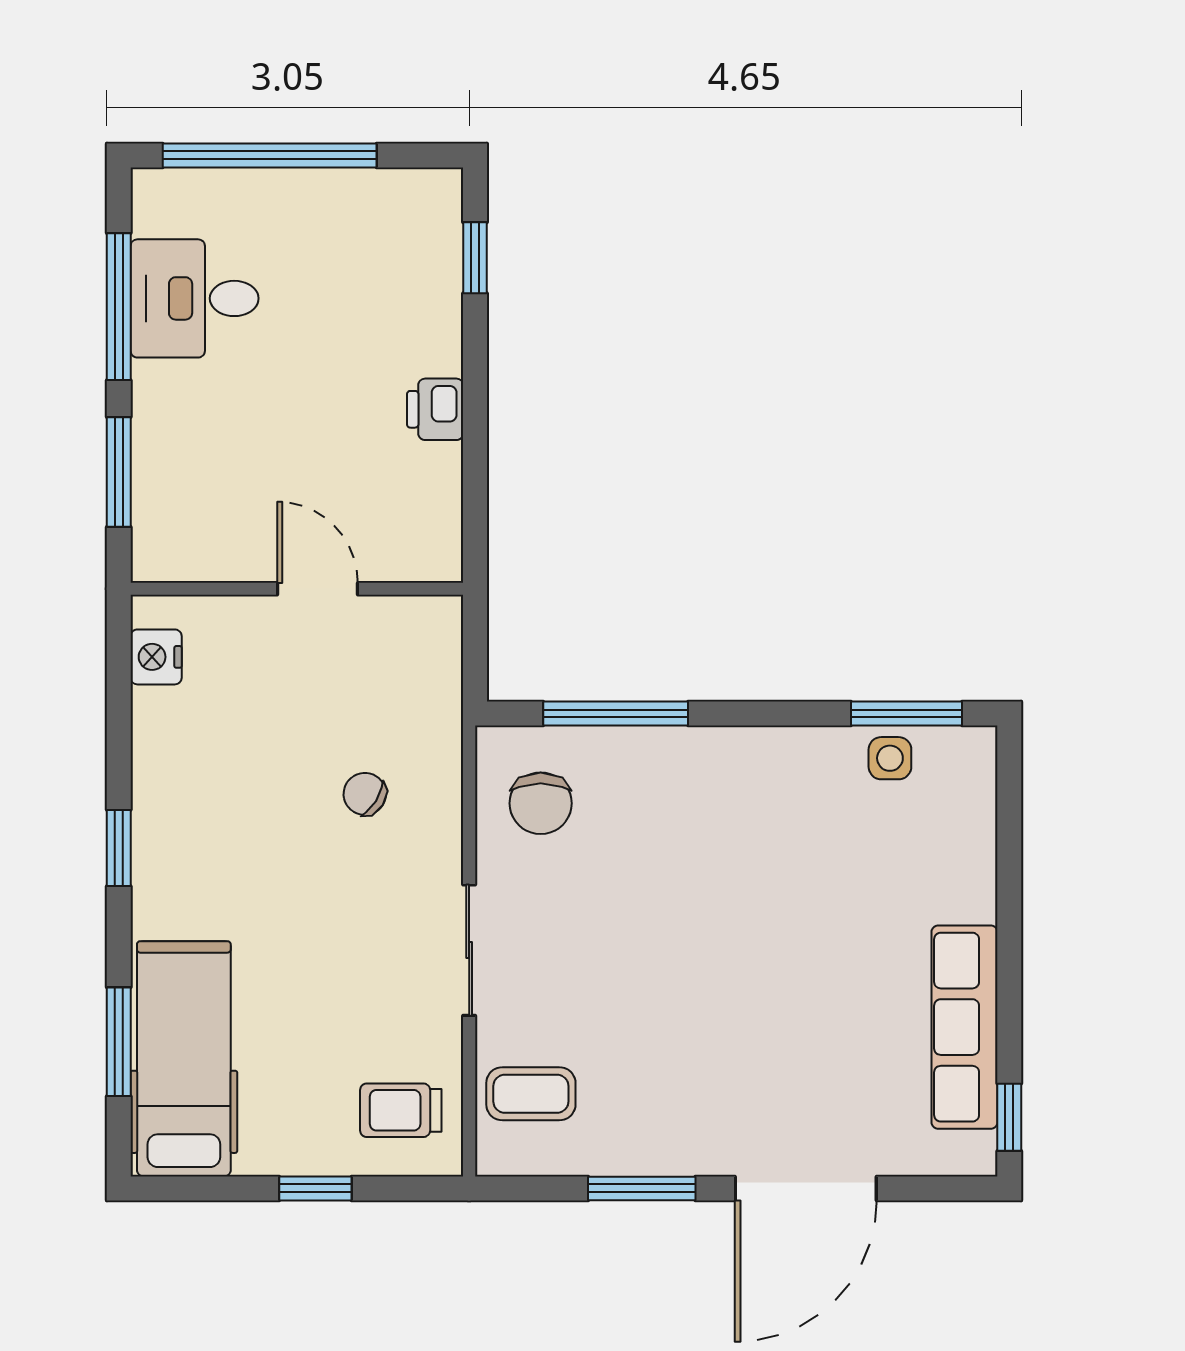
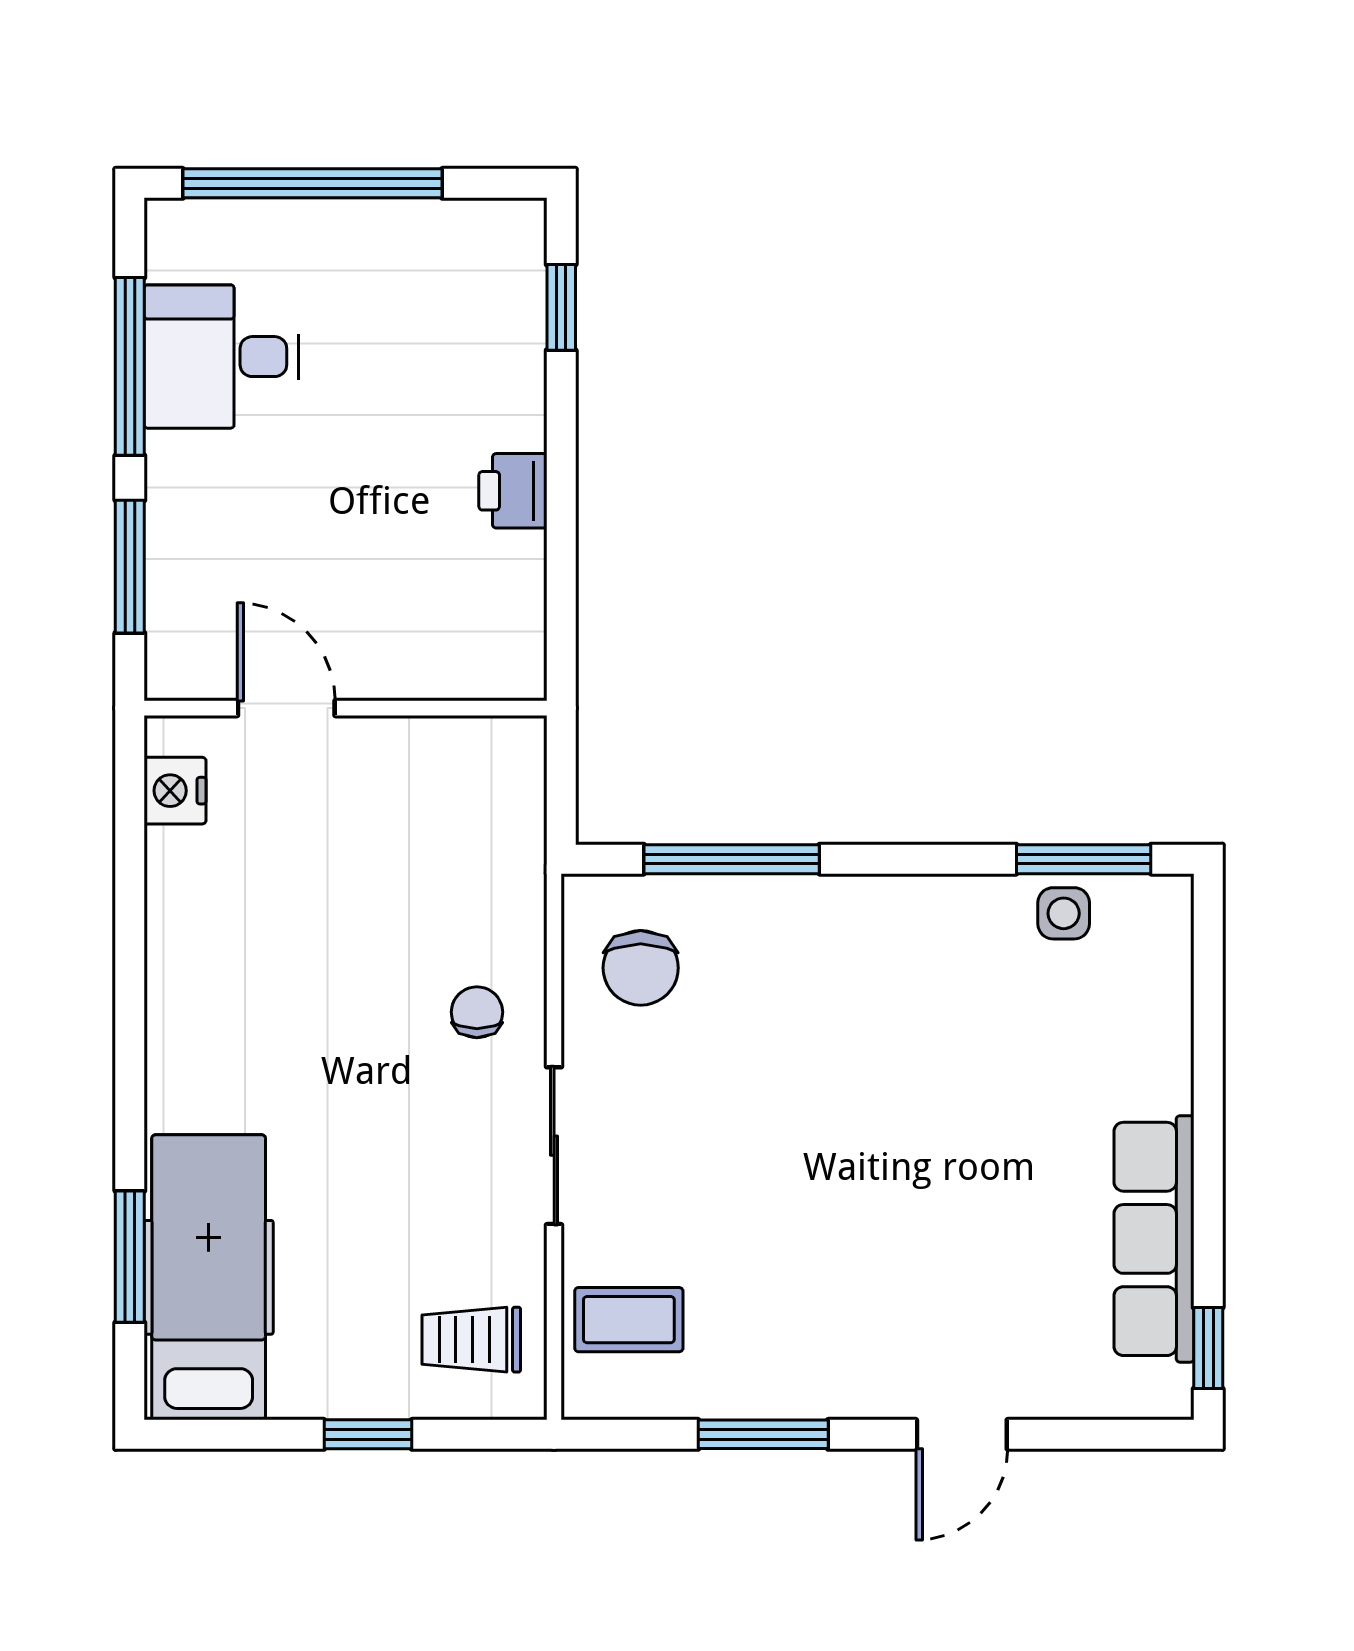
door: (317, 589) -> (286, 708), moved
chair: (365, 794) -> (477, 1012), moved, turned 58
window: (119, 848) -> (130, 1022), removed
door: (806, 1188) -> (962, 1434), width x0.53

